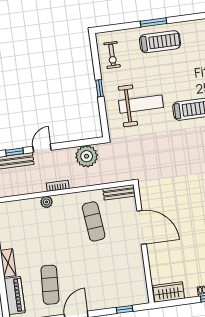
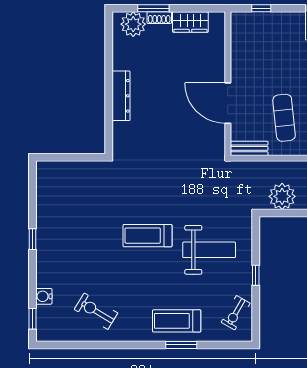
exercise bike: (112, 55) -> (236, 313), turned -150
weight bench: (141, 104) -> (209, 250), turned 180
wardrobe: (169, 292) -> (190, 22), moved

